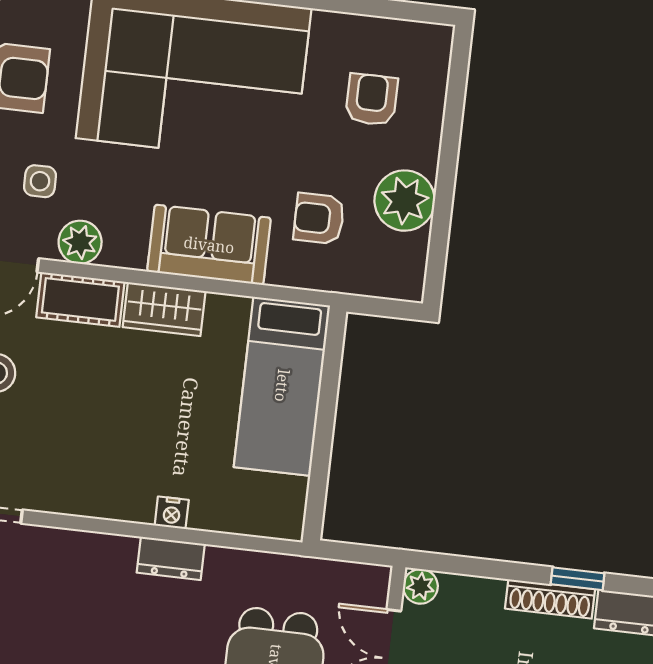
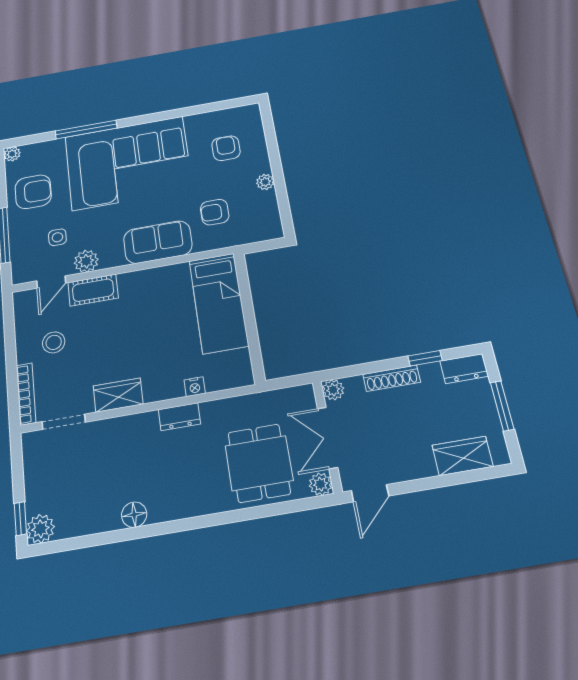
plant: (405, 201) -> (265, 182), width x0.53, depth x0.53
wardrobe: (164, 309) -> (118, 395), moved, turned 180
nightstand: (172, 513) -> (195, 387), moved
shoe rack: (550, 599) -> (392, 378), moved

